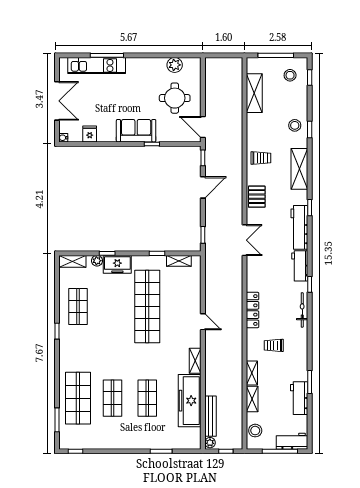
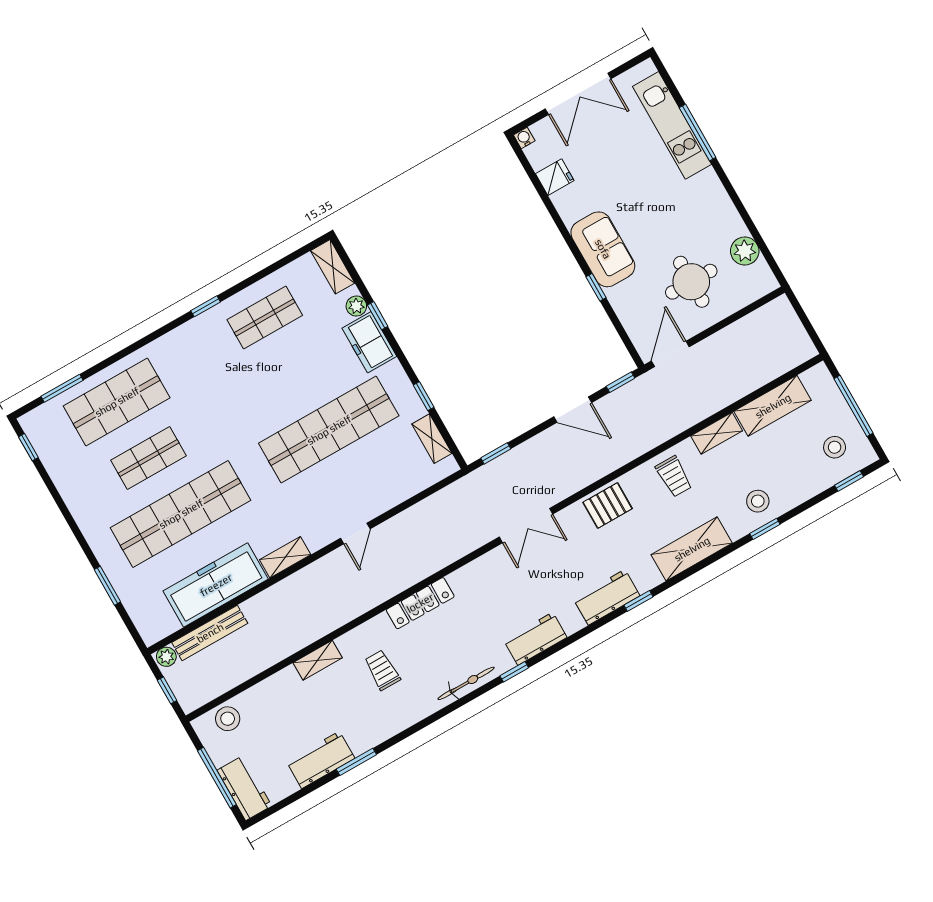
workbench: (299, 227) -> (607, 597), width x0.73
shop shelf: (147, 398) -> (181, 514), width x2.00, depth x1.36
shelving: (252, 399) -> (717, 433), moved

